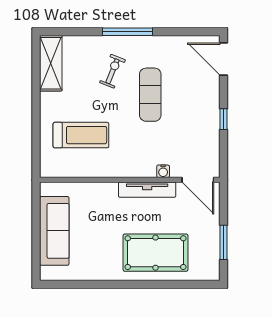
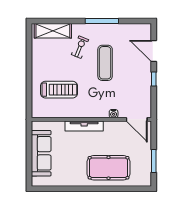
window: (128, 32) -> (102, 21), moved
door: (223, 59) -> (154, 51), moved
shelving: (51, 63) -> (53, 31), moved, turned 90
tv unit: (147, 190) -> (84, 126), moved

